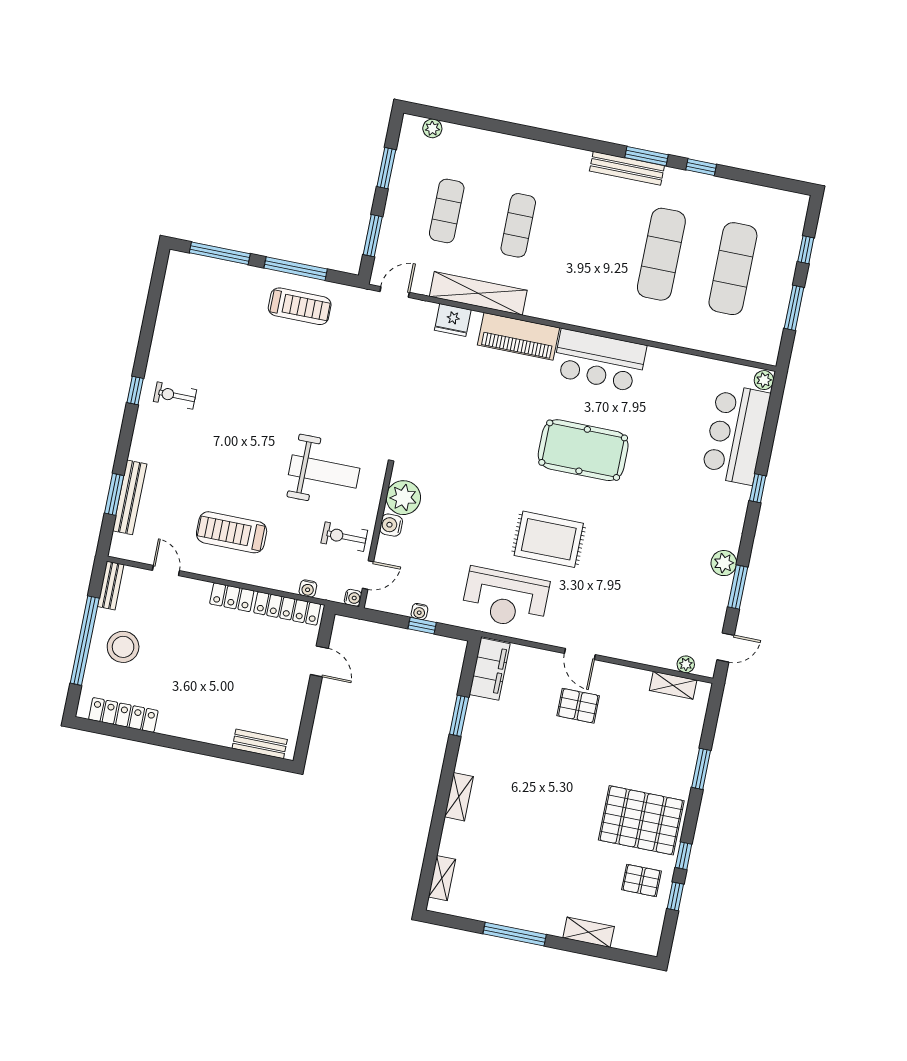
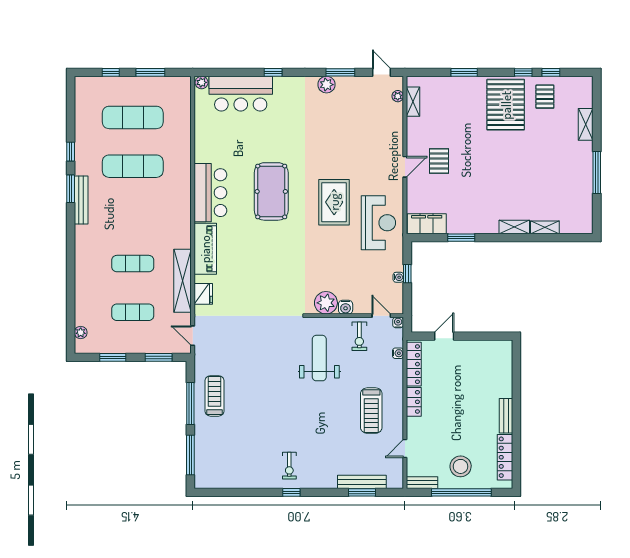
bench: (260, 744) -> (506, 416), moved
shelving: (442, 878) -> (545, 227), moved

